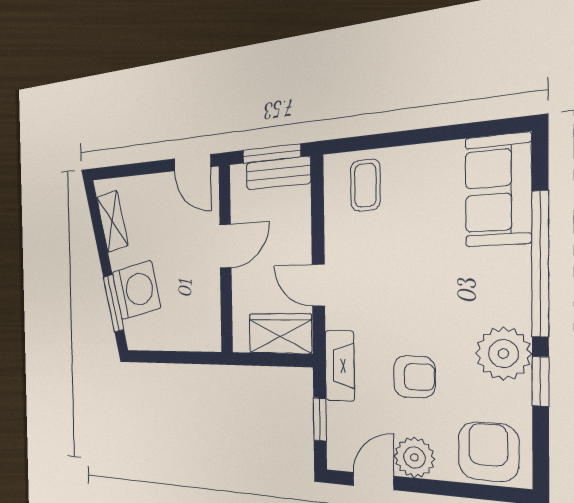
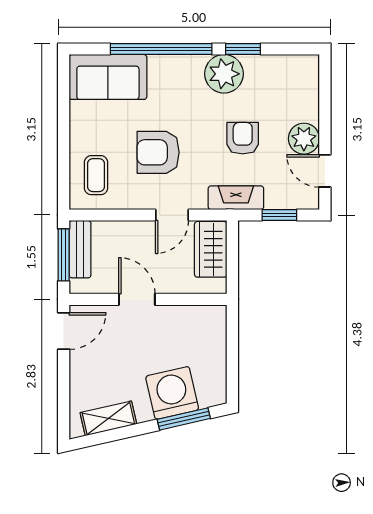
coffee table: (365, 185) -> (96, 175), turned 90
armchair: (488, 452) -> (158, 152), moved

